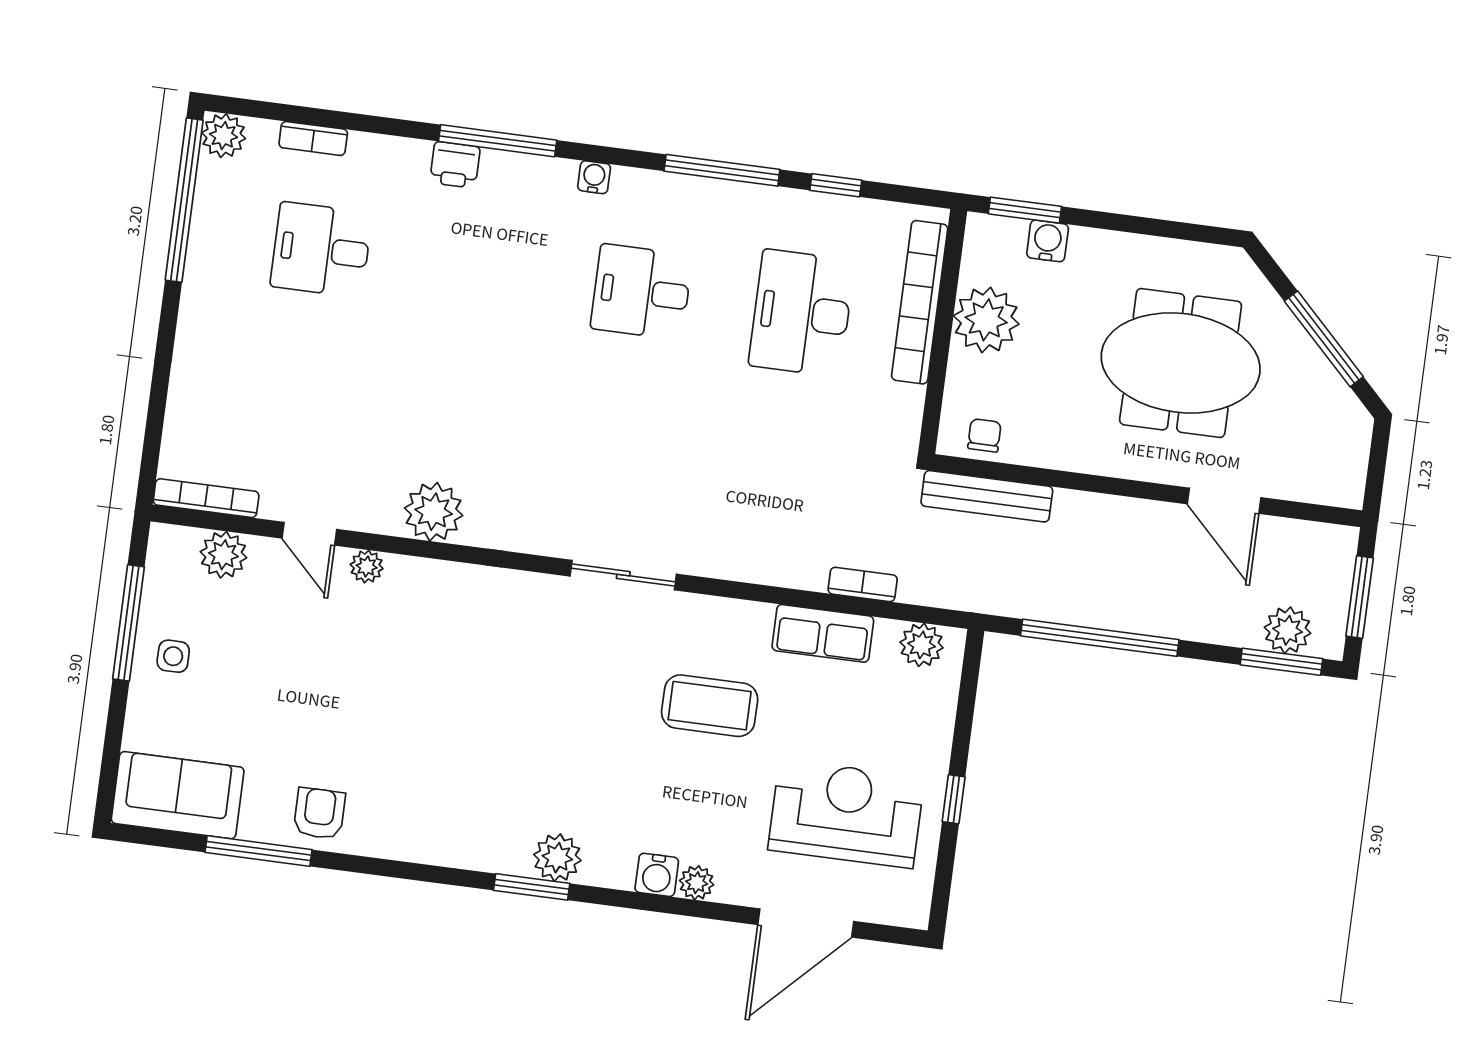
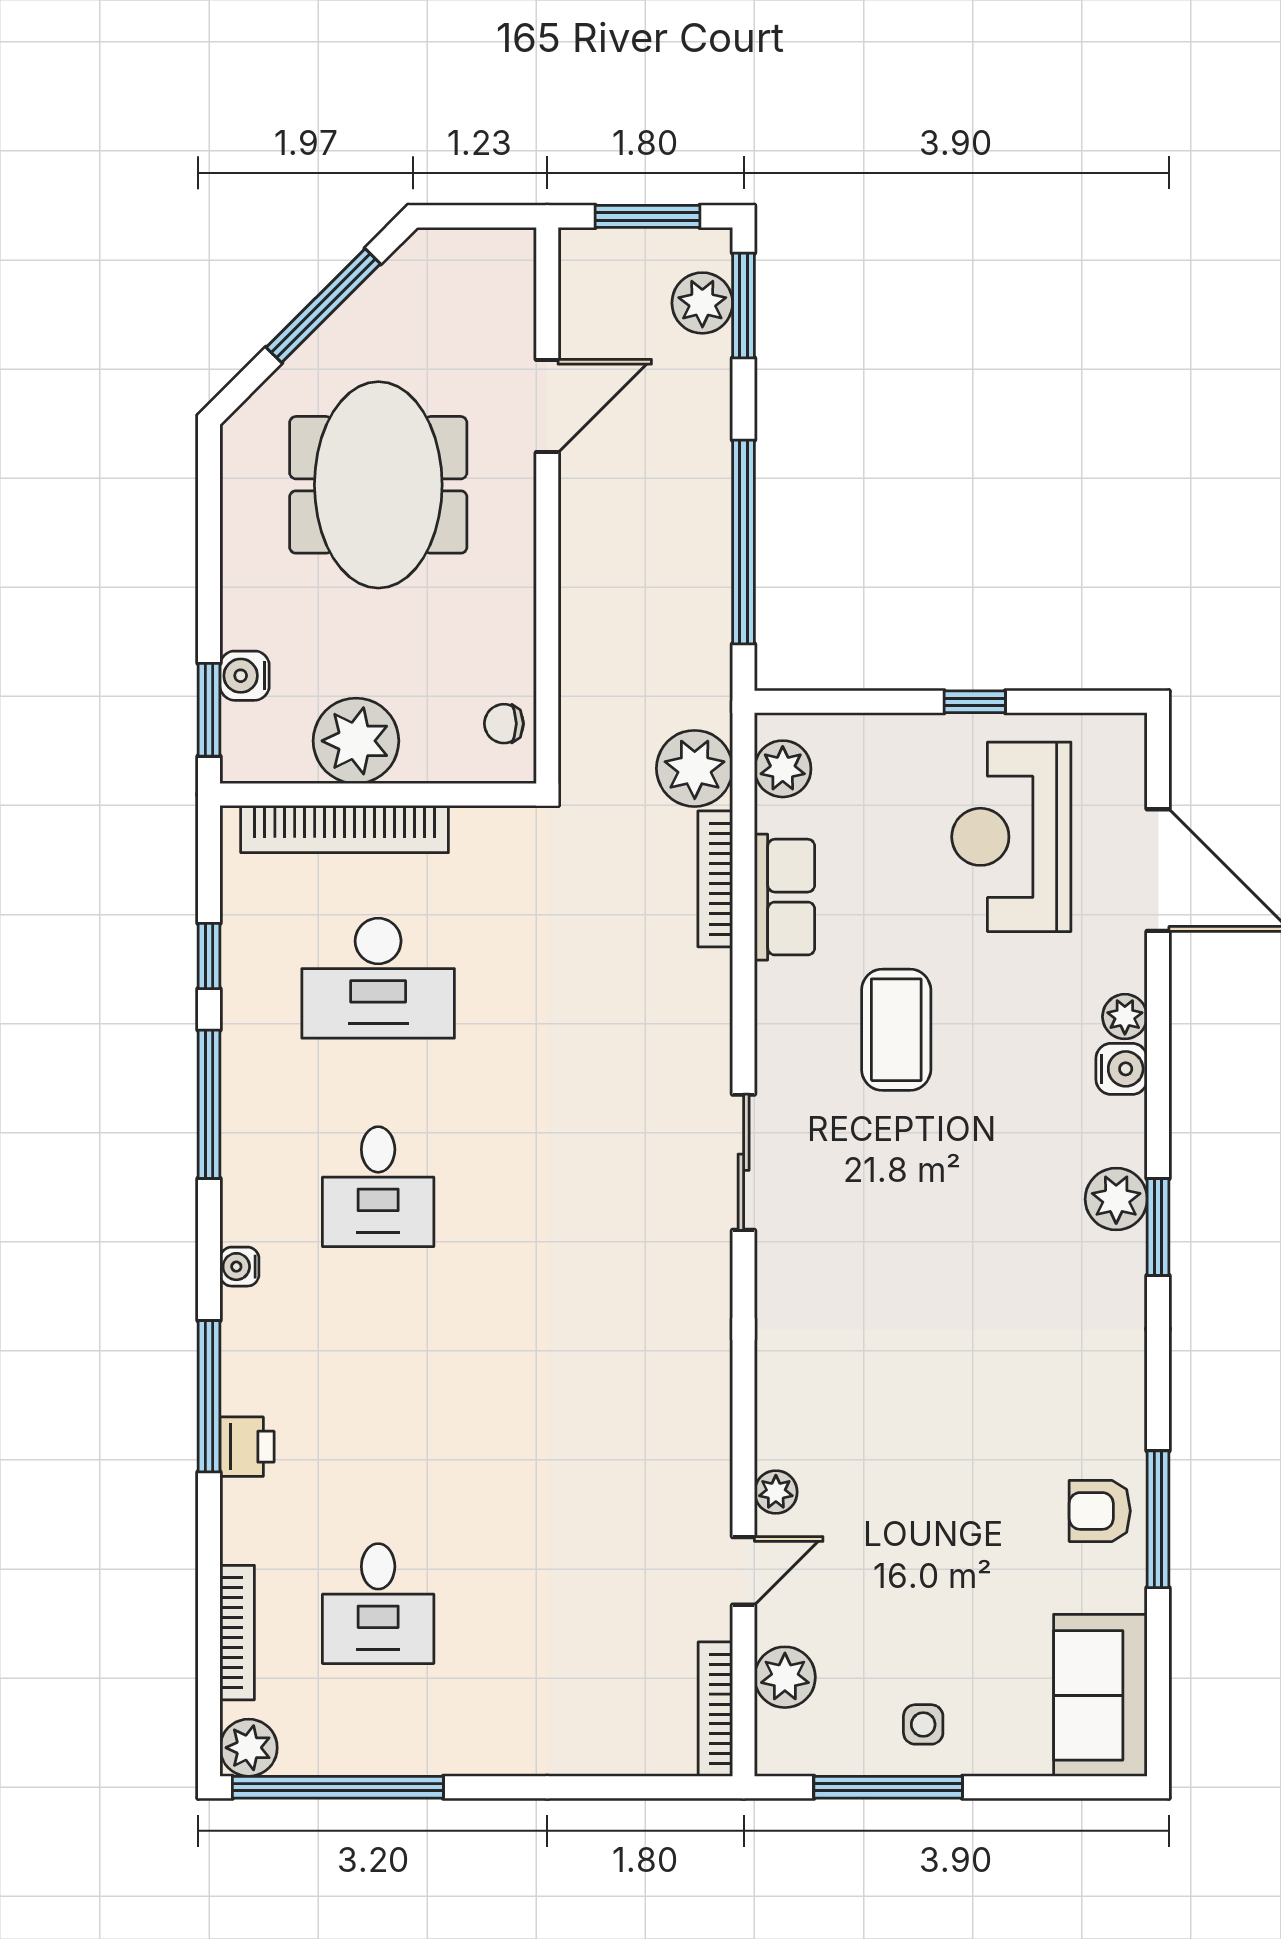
bookcase: (313, 138) -> (237, 1633), width x1.56
bench: (987, 496) -> (581, 710), removed
plant: (434, 512) -> (695, 768), moved
bookcase: (863, 584) -> (715, 879), width x1.56
window: (259, 851) -> (1158, 1519), moved

